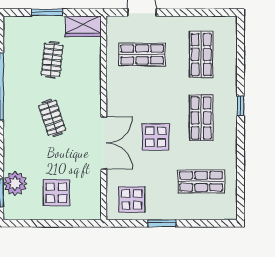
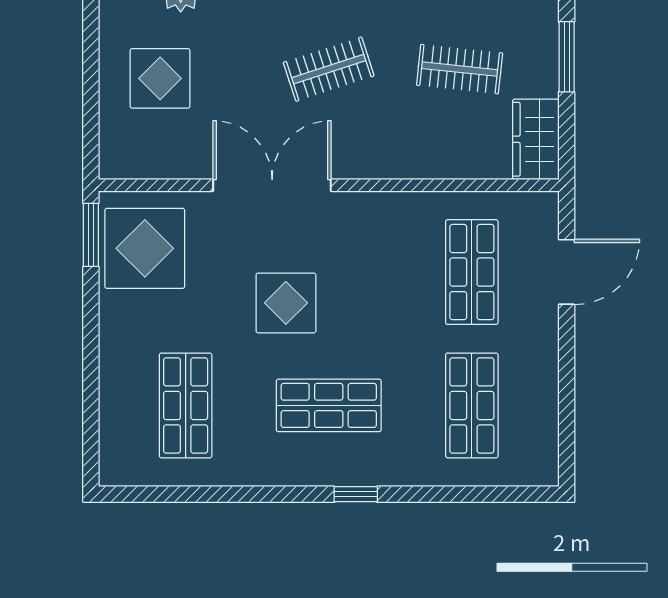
shop shelf: (201, 54) -> (472, 405), turned 90
double door: (104, 143) -> (272, 185), swing flipped
display table: (132, 199) -> (145, 248), width x1.36, depth x1.36
window: (162, 223) -> (91, 235), moved

